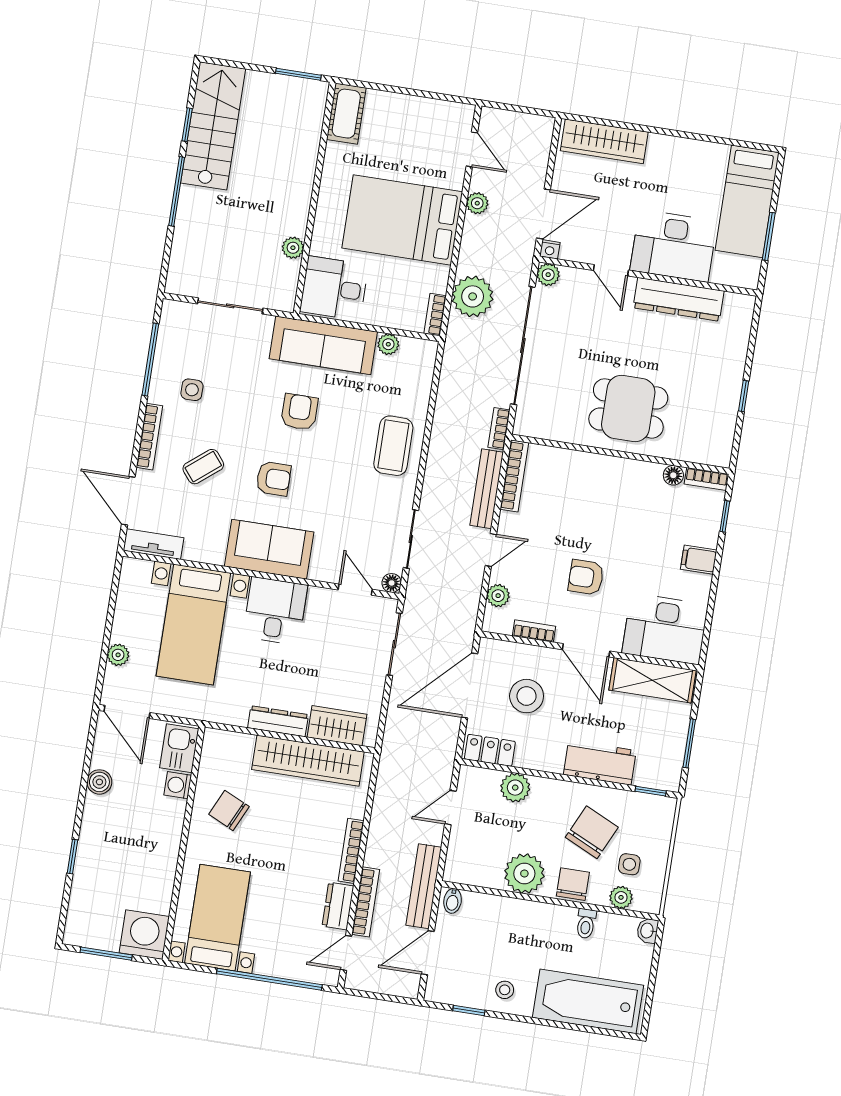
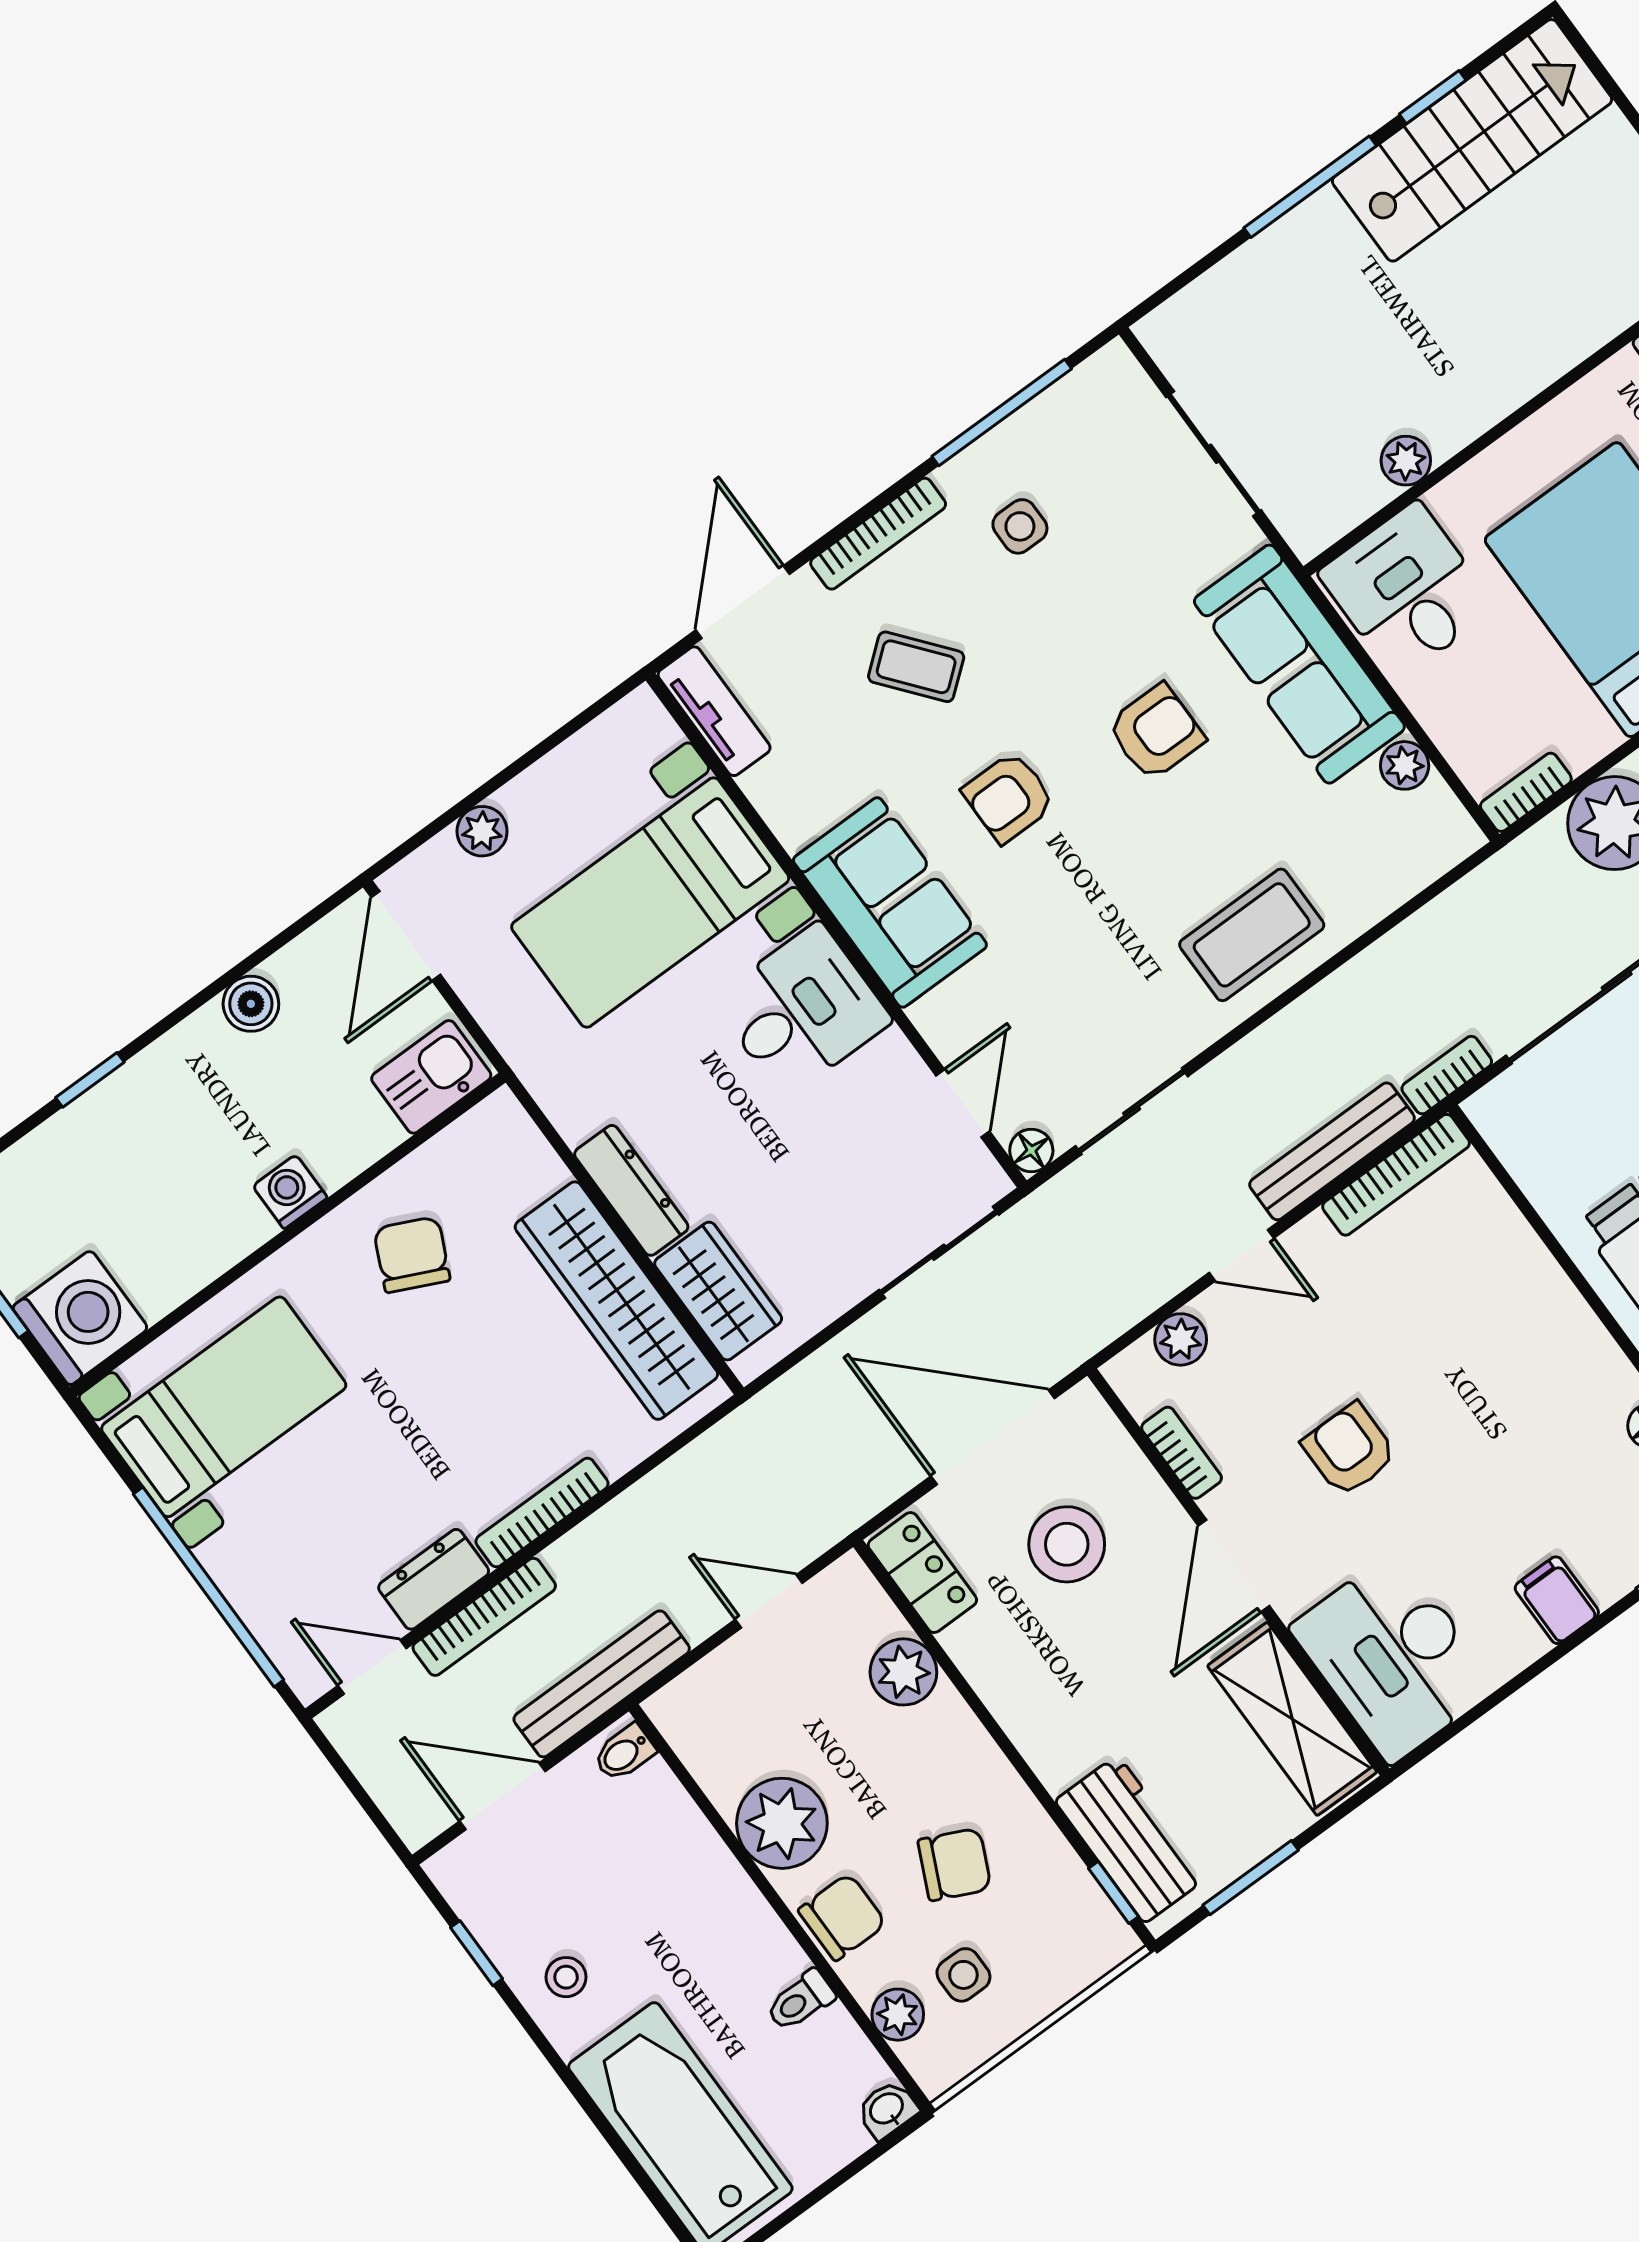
armchair: (274, 479) -> (1009, 797), turned 90
workbench: (600, 763) -> (1131, 1839), moved
washing machine: (178, 785) -> (290, 1192), moved
chair: (592, 832) -> (954, 1864), width x0.73, depth x0.73

